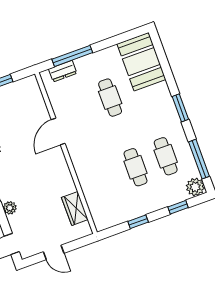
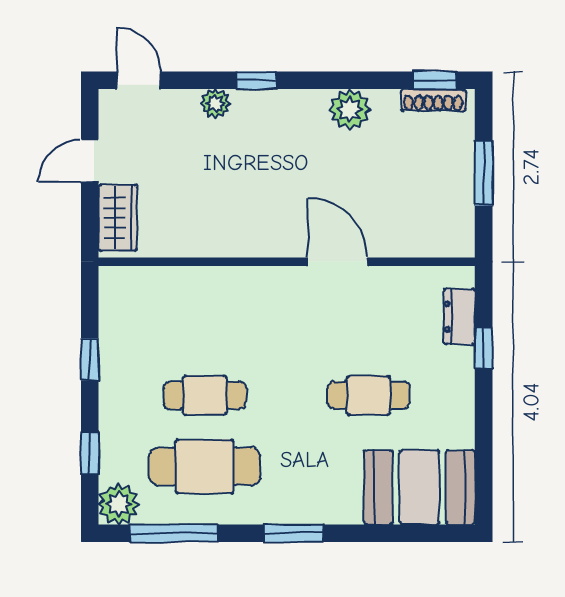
window: (72, 56) -> (484, 348), width x0.46
cafe table: (166, 156) -> (205, 466), width x1.37, depth x1.35
wardrobe: (75, 208) -> (118, 218), moved, turned 90

